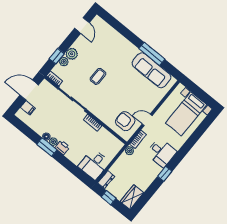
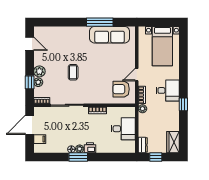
desk: (94, 164) -> (123, 129), moved, turned -90

